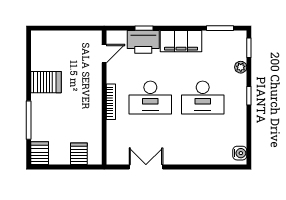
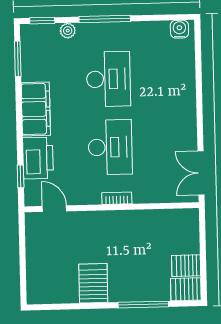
window: (144, 28) -> (21, 176), moved
window: (249, 96) -> (105, 19), width x2.17
bookcase: (111, 102) -> (117, 198), width x0.64
server rack: (79, 154) -> (186, 266), moved
double door: (146, 167) -> (201, 173), moved

